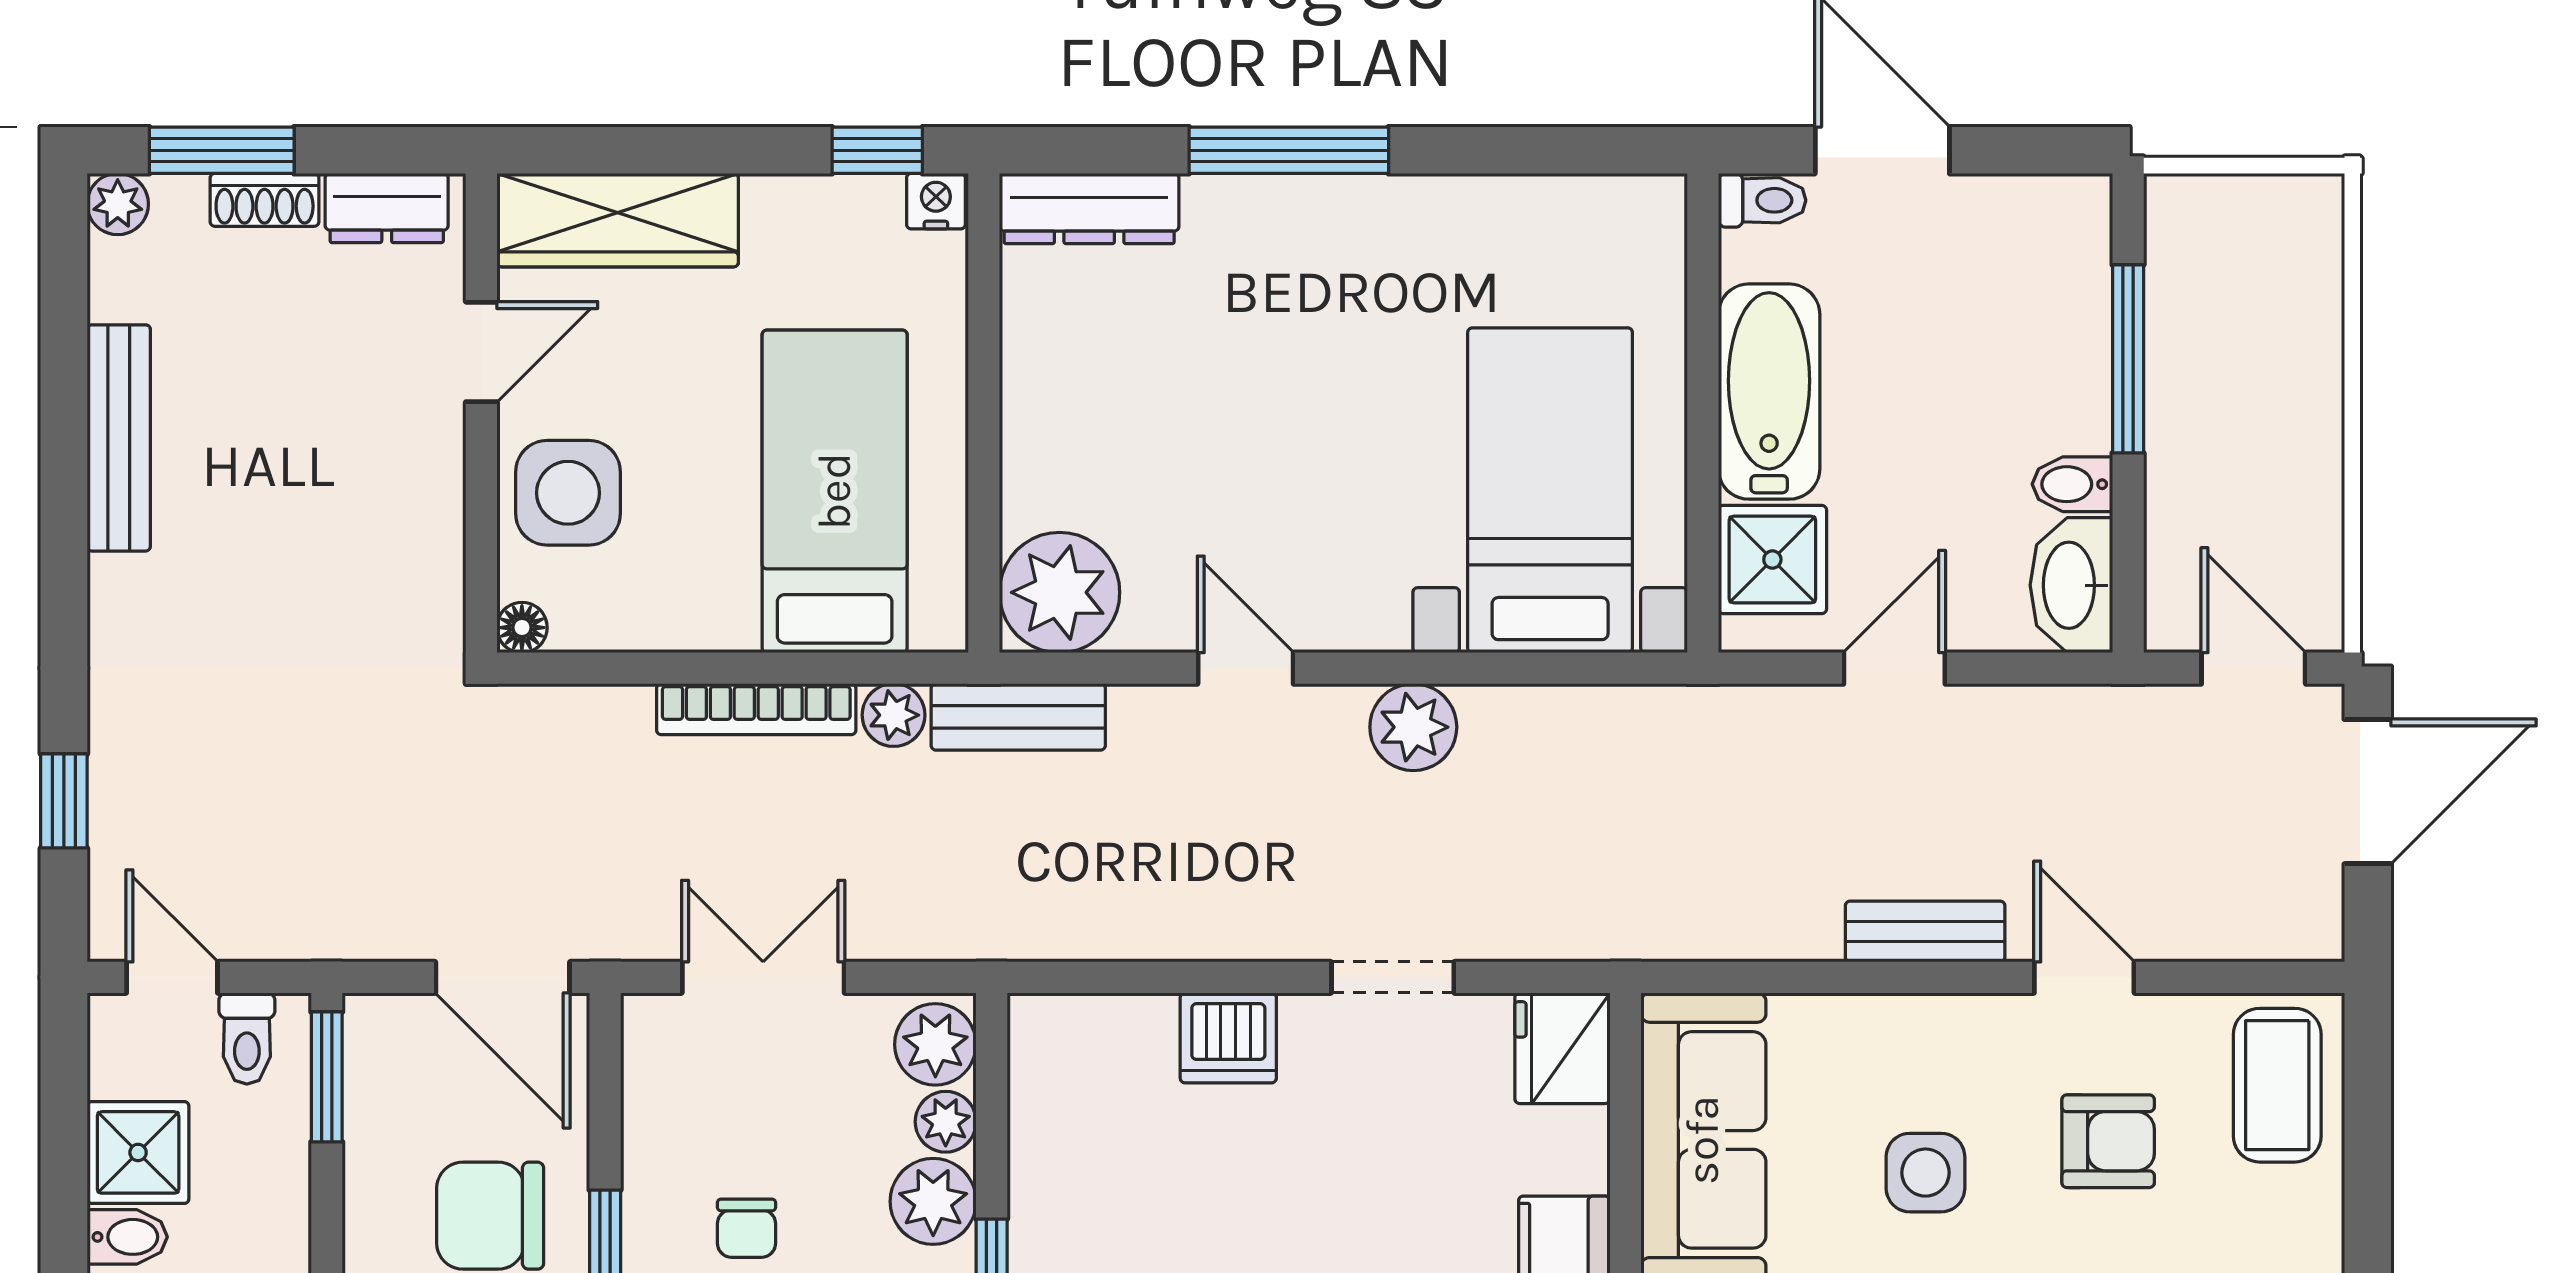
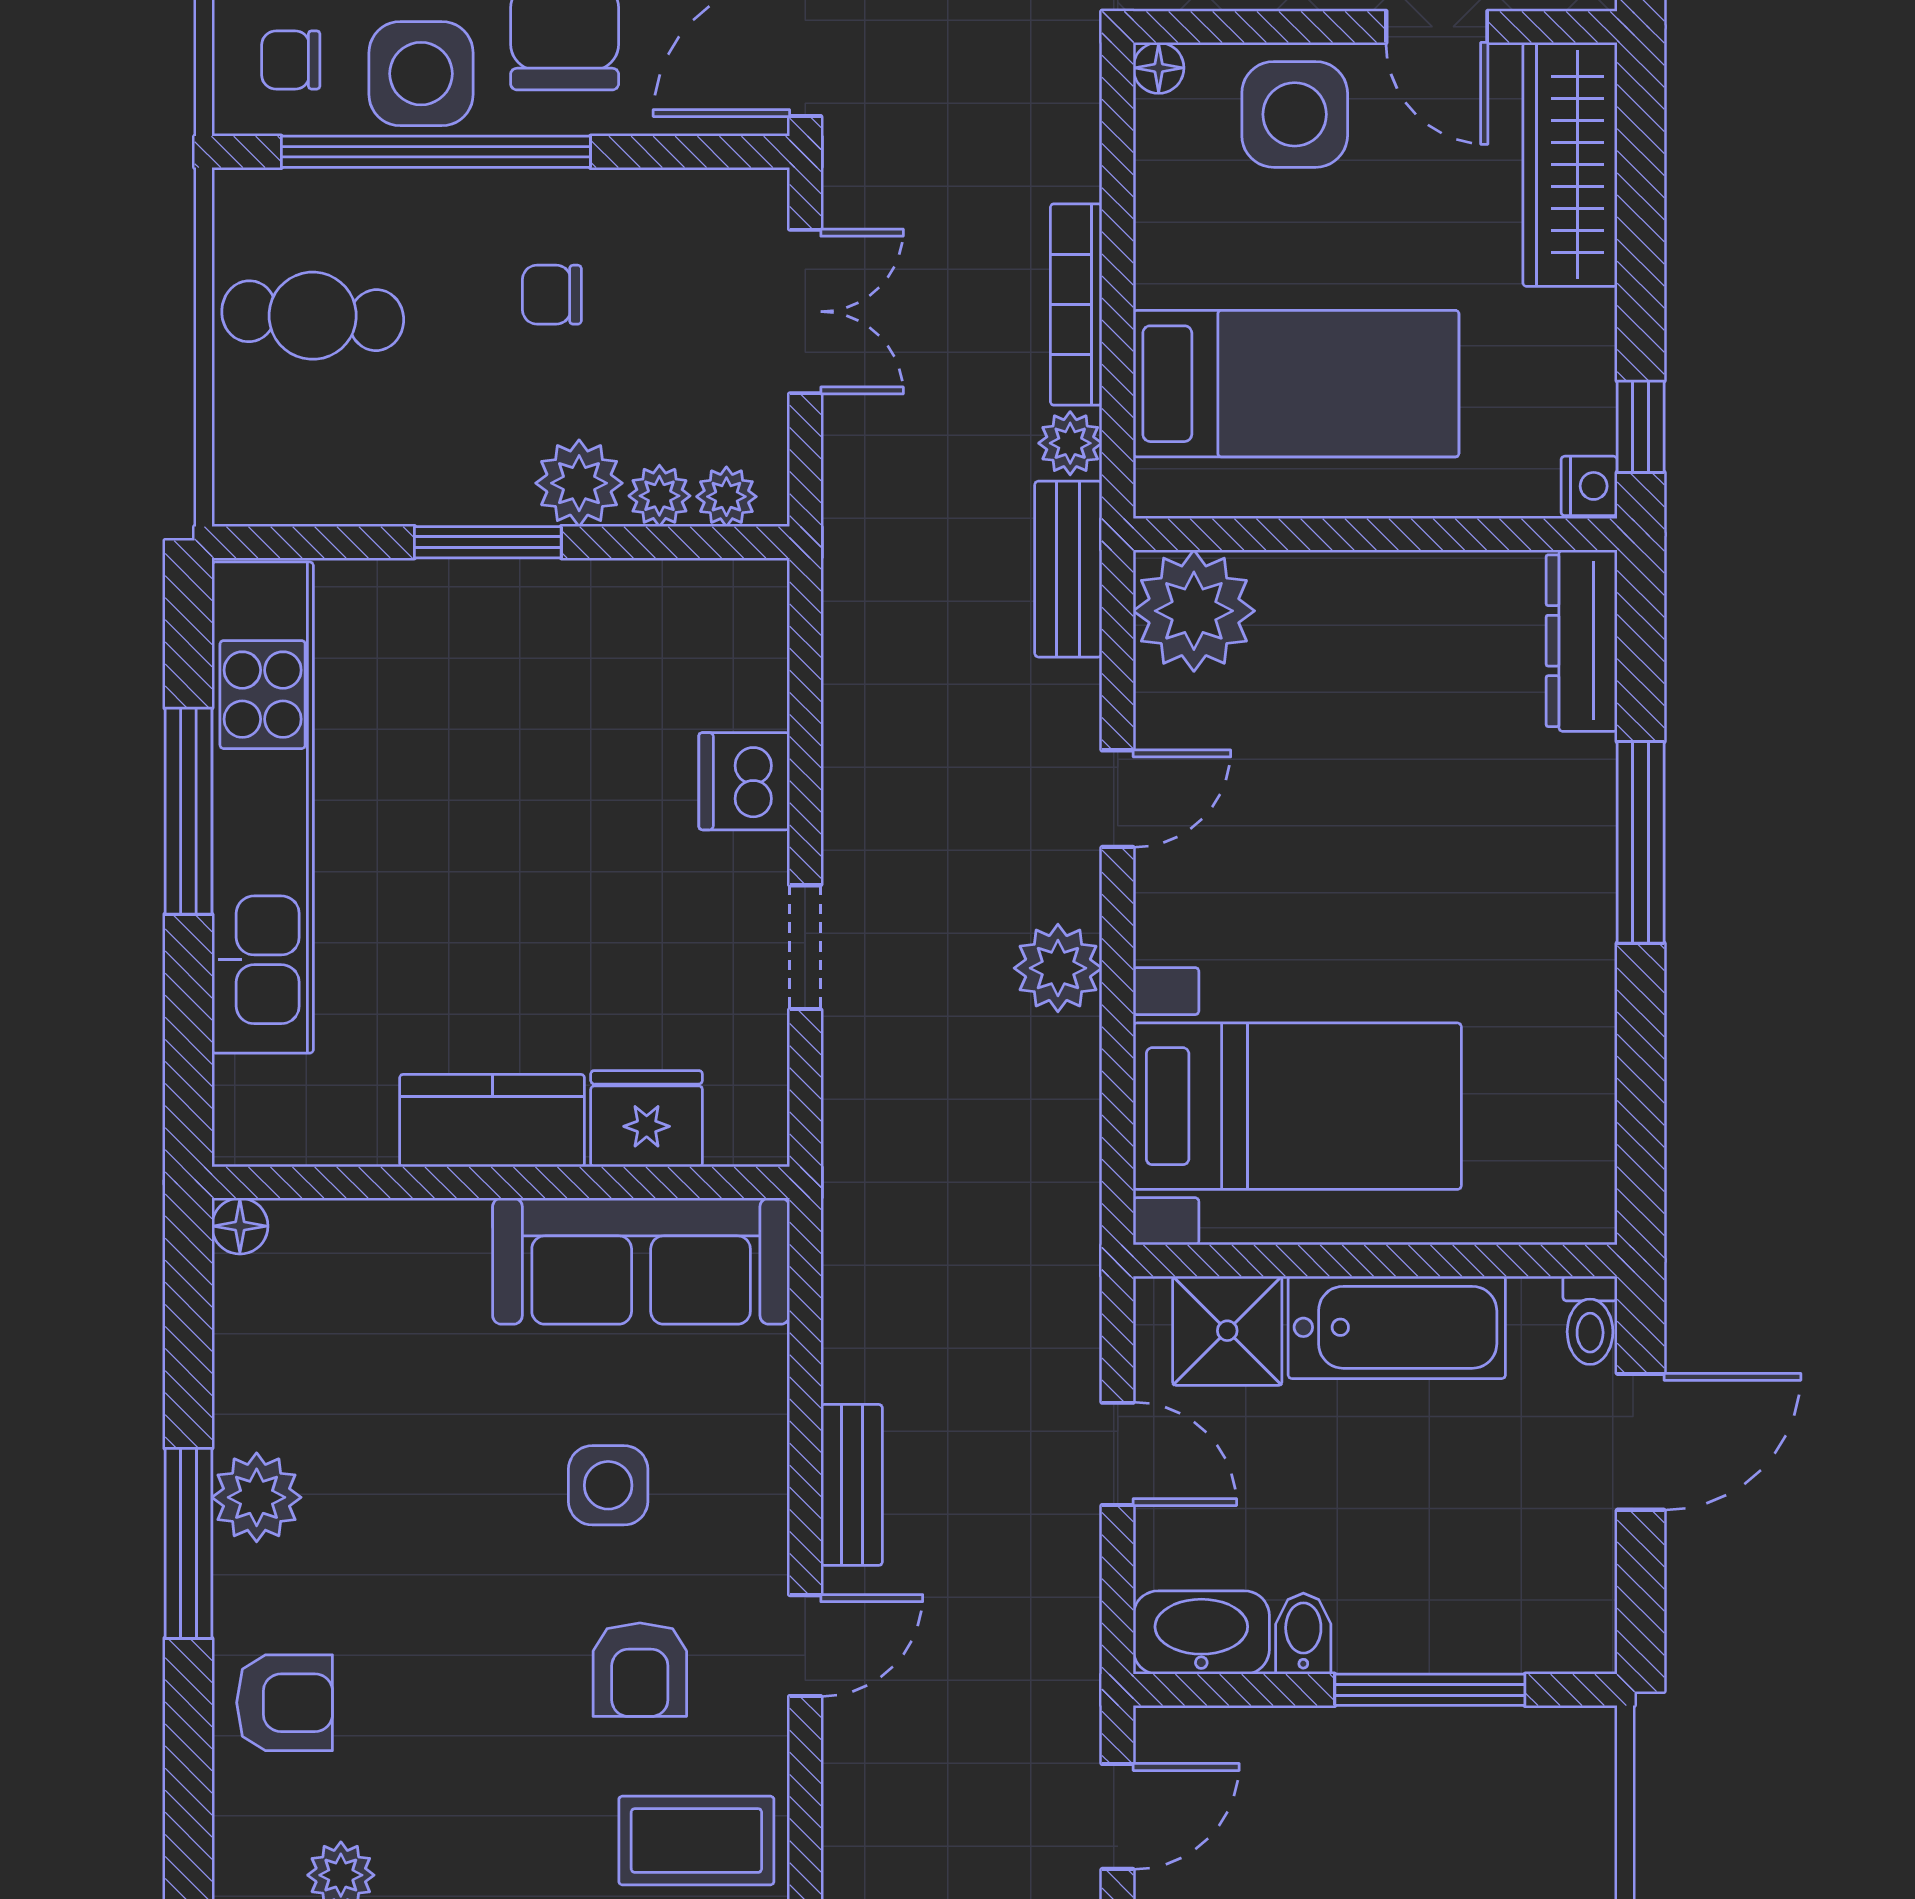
plant: (935, 1044) -> (726, 497), width x0.73, depth x0.73
fridge: (1562, 1048) -> (647, 1119), moved

